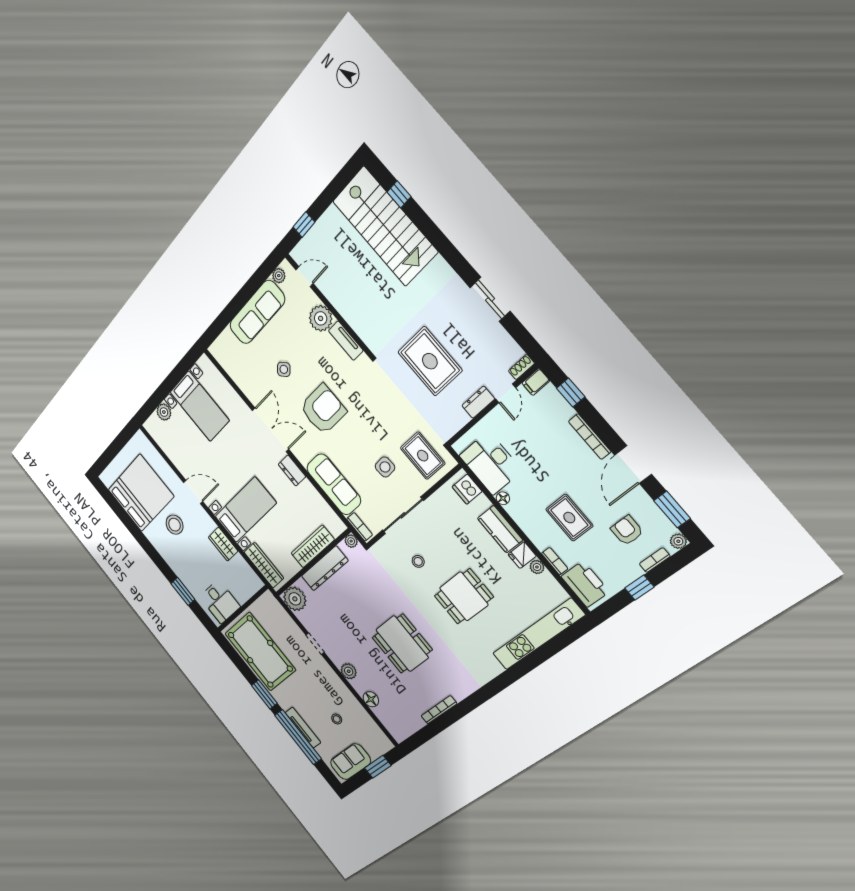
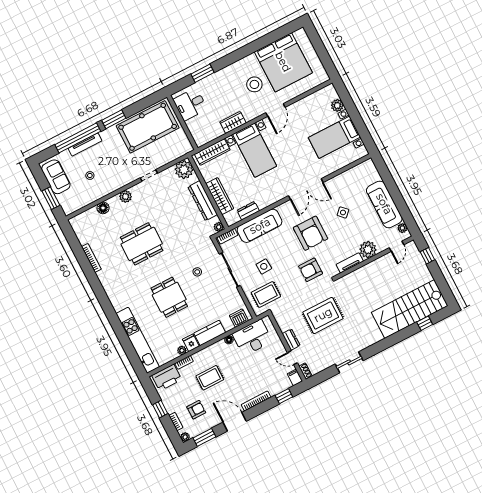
armchair: (371, 397) -> (311, 270), added
dresser: (292, 471) -> (248, 211), moved

